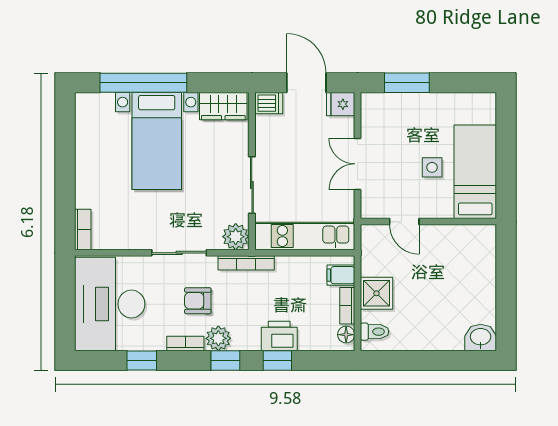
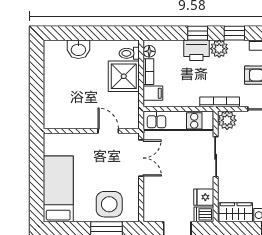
fridge: (341, 104) -> (204, 197), moved, turned 180
double door: (358, 164) -> (141, 158), moved
side table: (432, 167) -> (109, 204), moved, width x1.87, depth x1.87
bed: (475, 172) -> (58, 189), moved, turned 180
shower: (376, 293) -> (124, 76), width x1.36, depth x1.36
washbasin: (481, 337) -> (78, 49), moved
plant: (218, 338) -> (219, 49), moved

